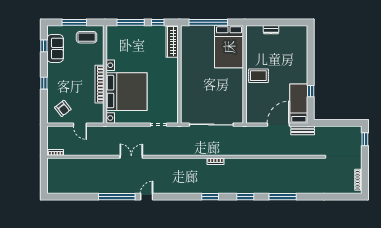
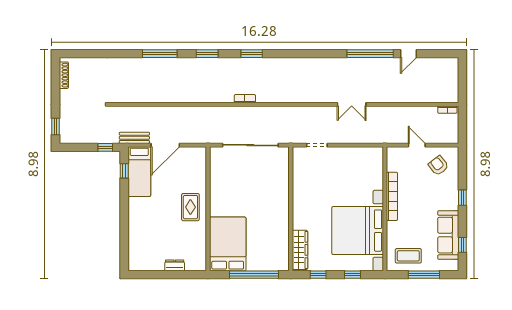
window: (131, 22) -> (352, 275), width x0.46
sofa: (55, 48) -> (448, 235), width x1.36
rug: (258, 76) -> (190, 207), turned 90
window: (311, 91) -> (124, 171), moved
bed with nightstands: (127, 92) -> (358, 231), moved
window: (326, 123) -> (105, 147), added
door: (147, 197) -> (408, 54), moved

